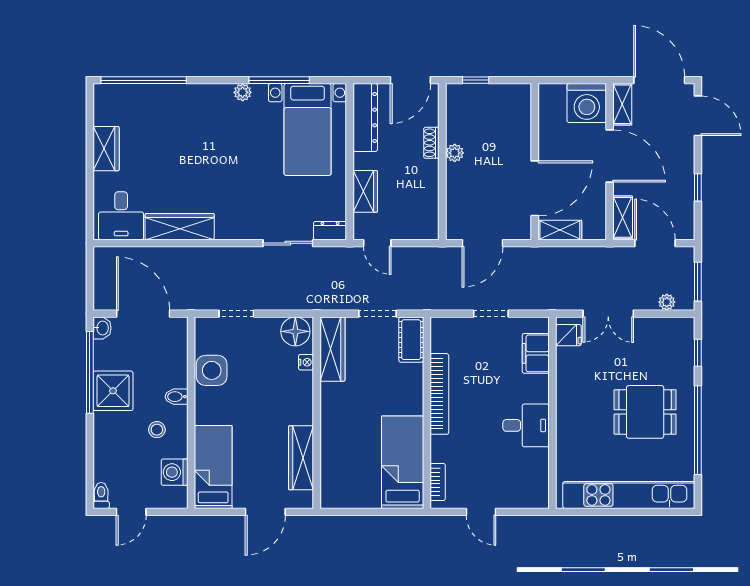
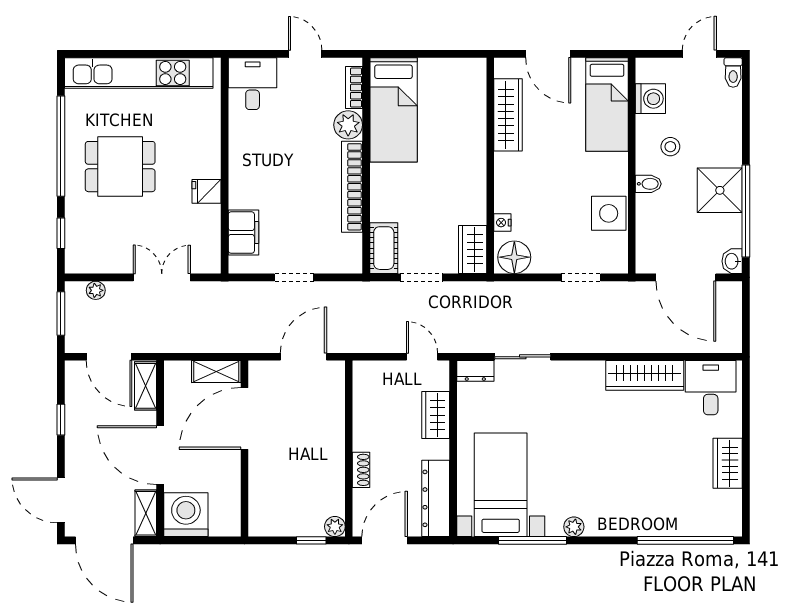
plant: (455, 153) -> (335, 527), moved
fridge: (568, 335) -> (207, 191), moved
wardrobe: (332, 349) -> (473, 249), width x0.67
desk: (526, 425) -> (253, 84), moved, turned 90
plant: (443, 449) -> (348, 125), added
door: (265, 512) -> (548, 54), swing flipped

